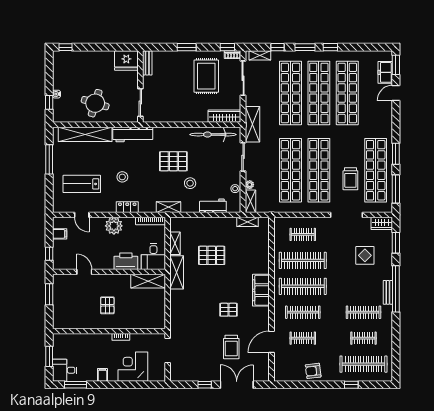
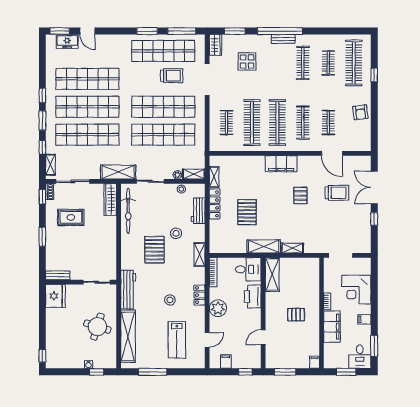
rug: (206, 76) -> (71, 217), width x0.73, depth x0.70
locker: (220, 222) -> (215, 204), added
shelving: (175, 243) -> (292, 248), moved
filing cabinet: (59, 324) -> (315, 362), added
filing cabinet: (95, 342) -> (332, 327), added

